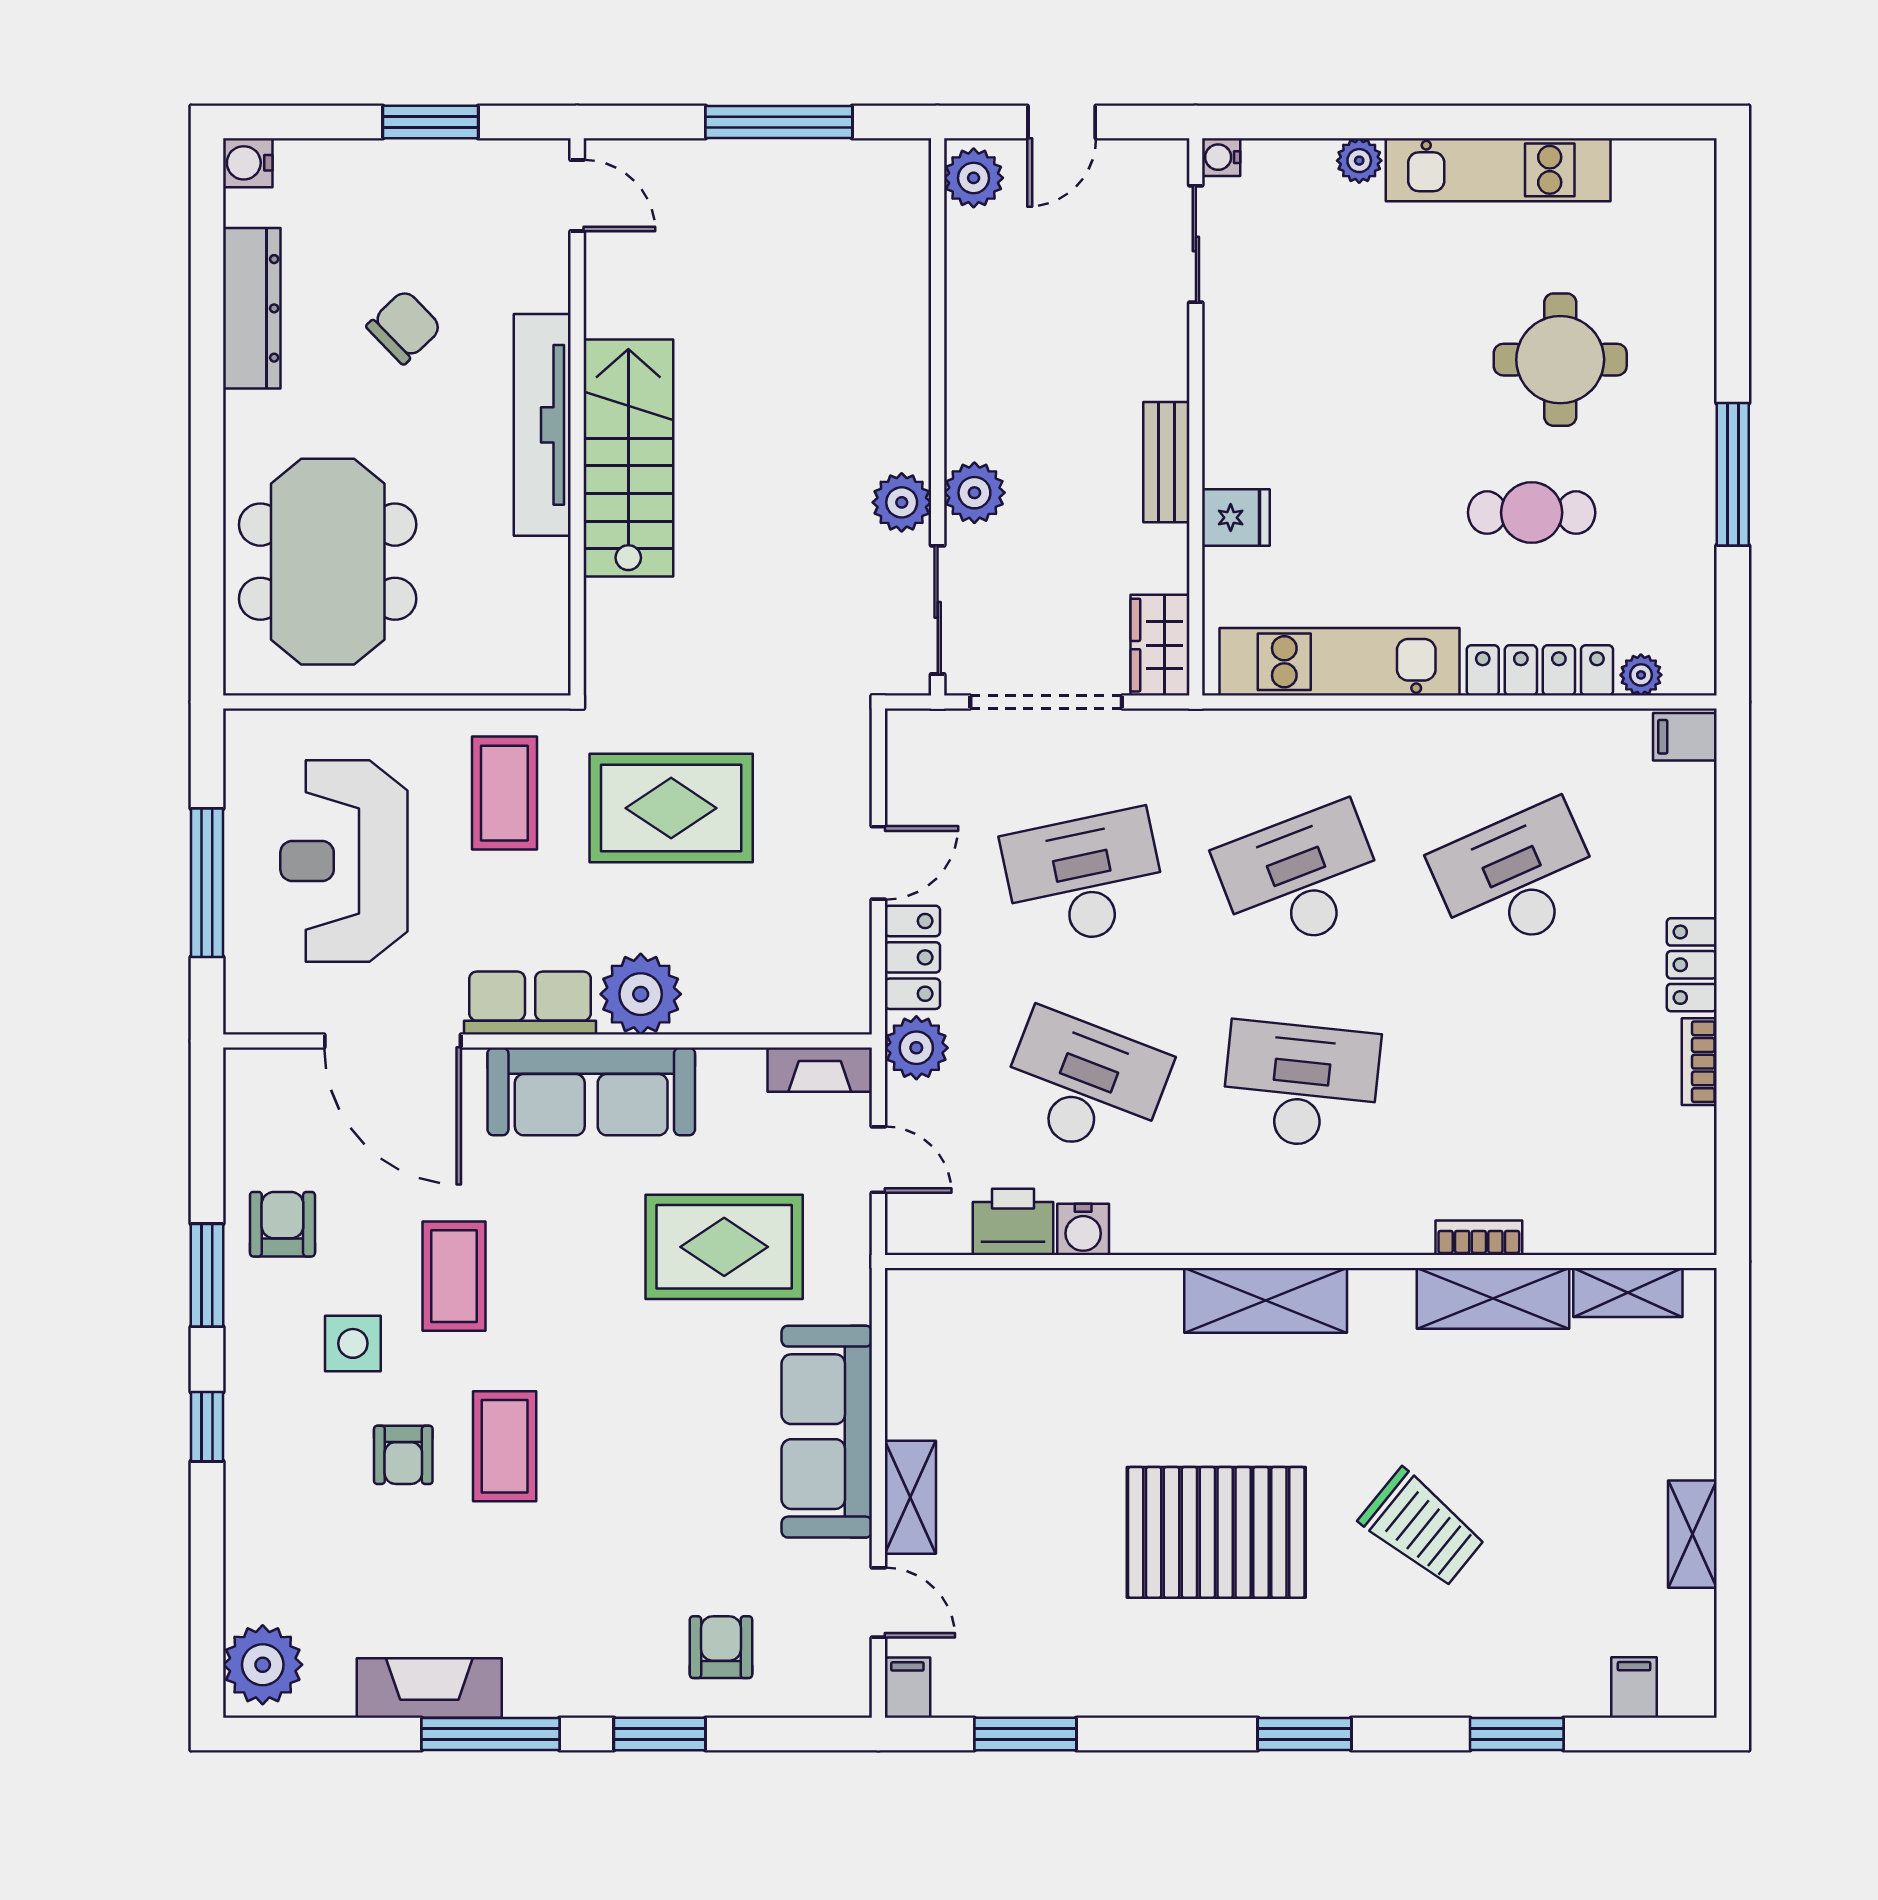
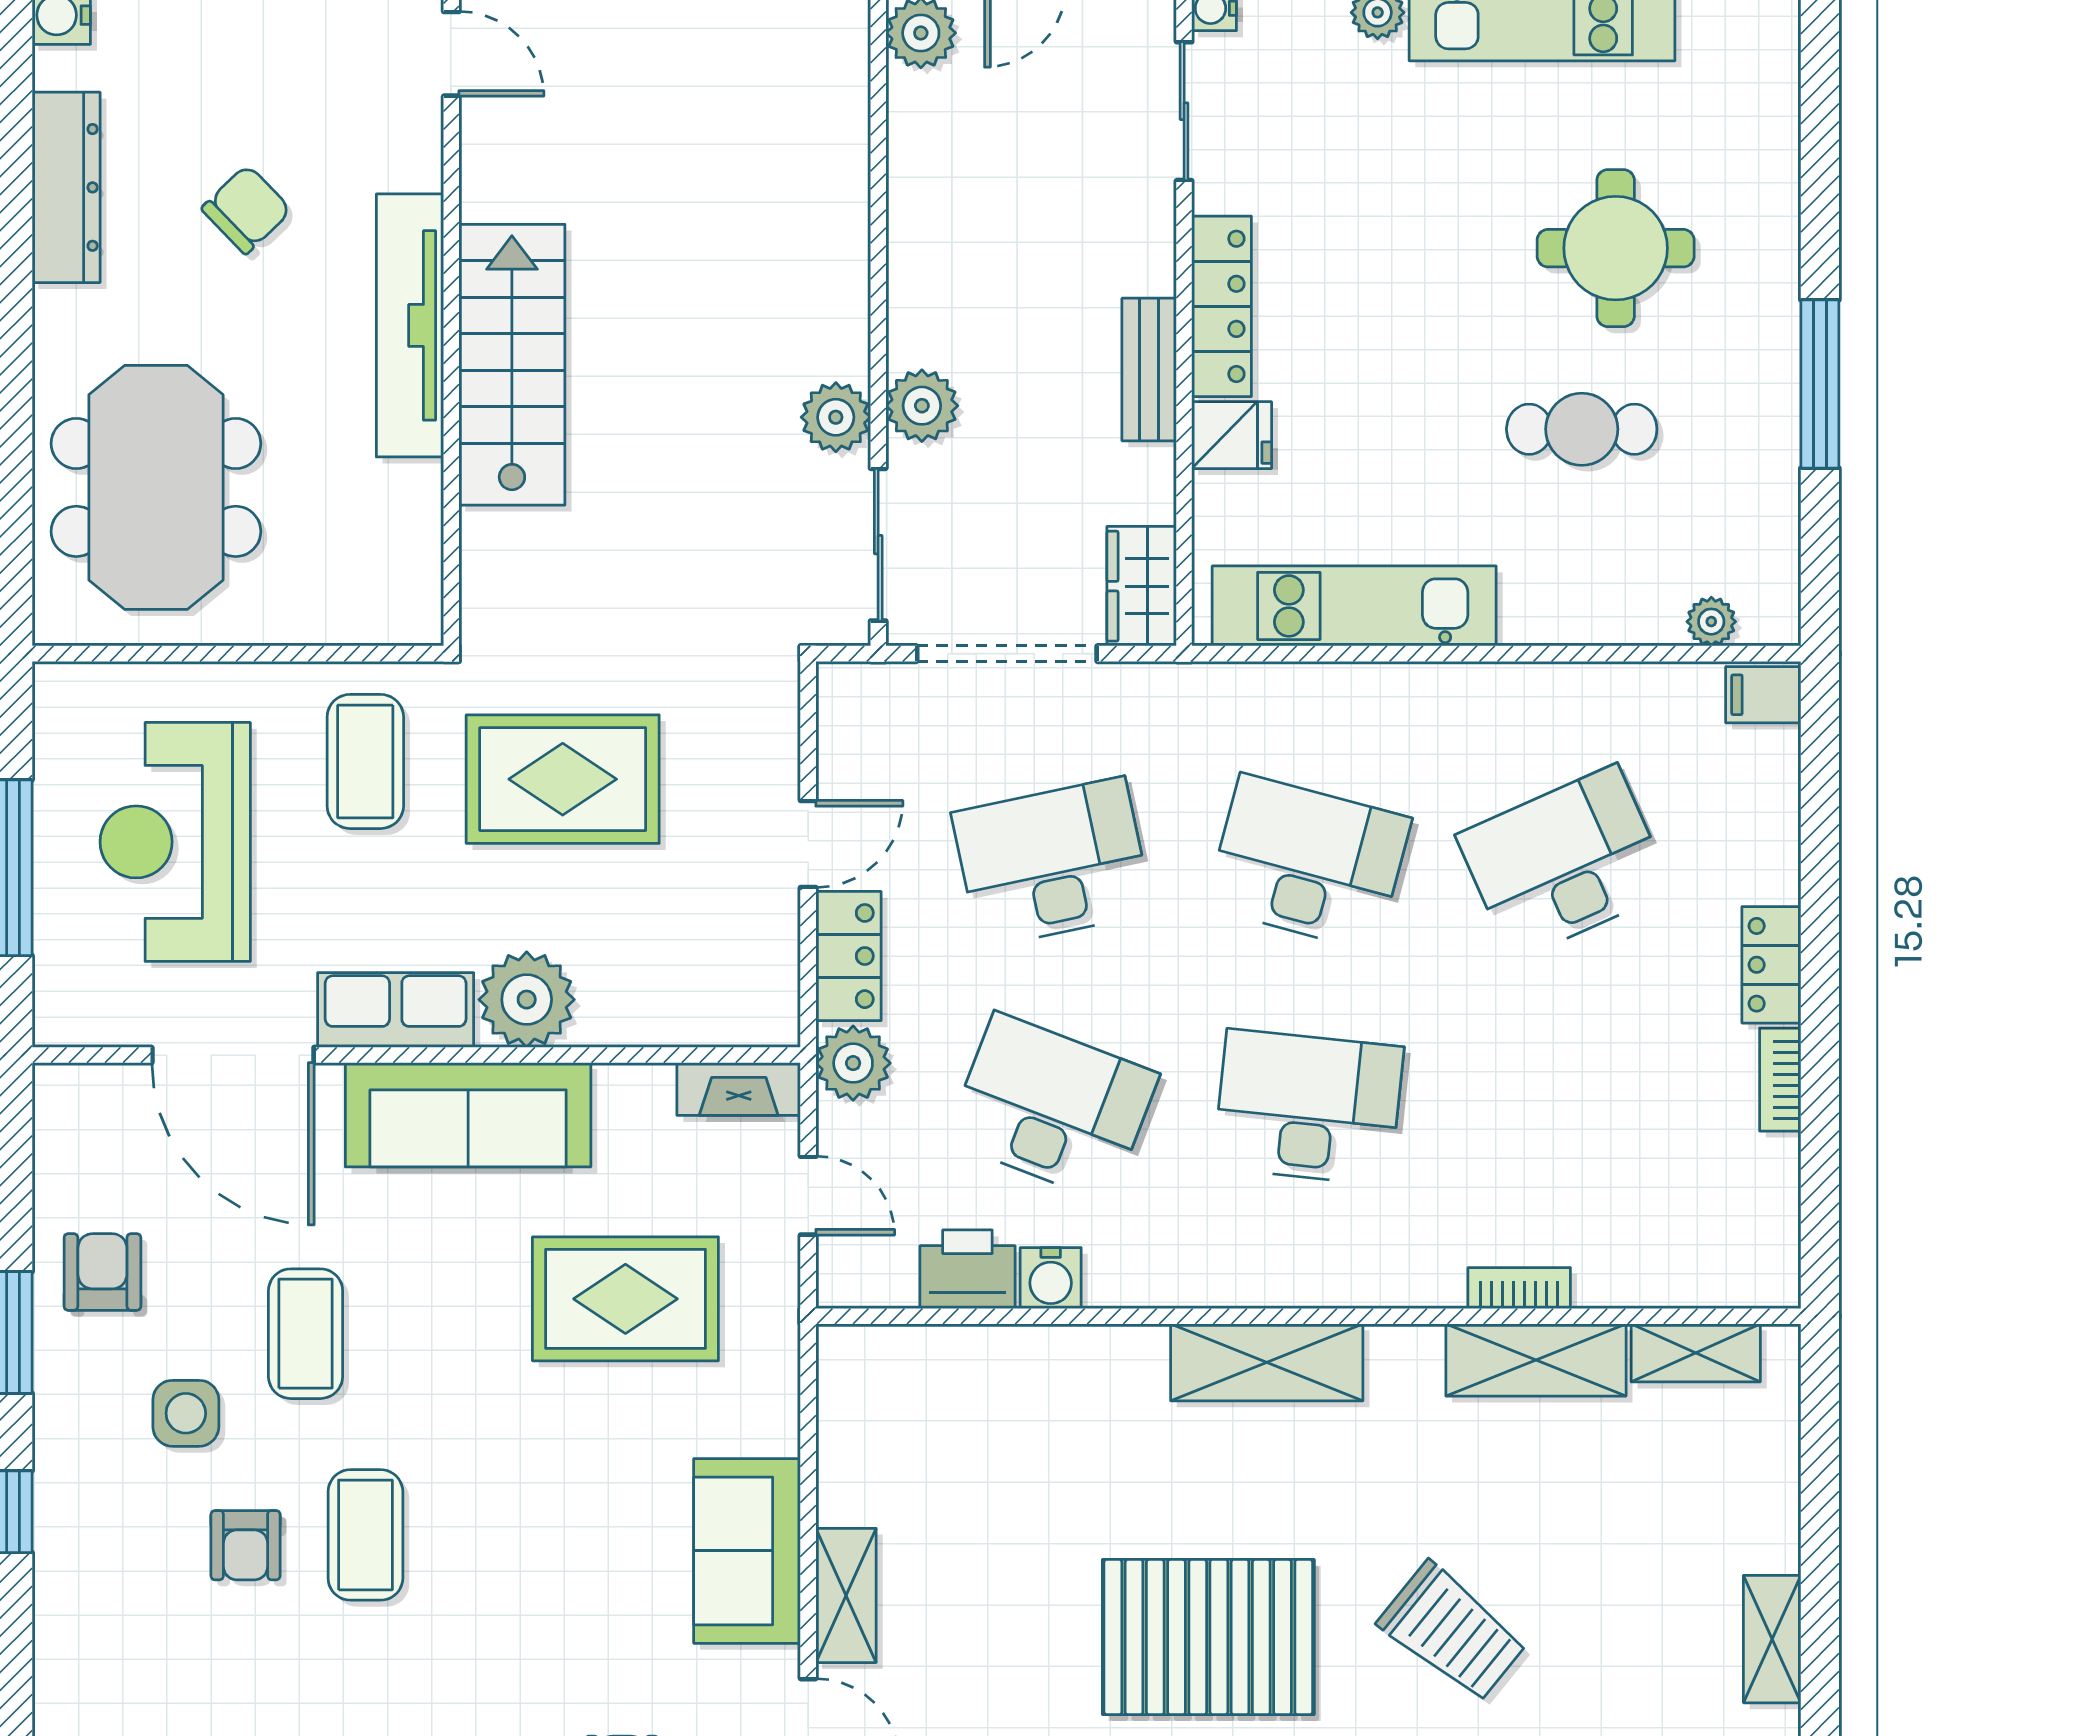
locker: (1540, 670) -> (1222, 306), moved, turned 90
desk: (1301, 879) -> (1308, 863), turned 36
sofa: (827, 1432) -> (747, 1551), width x0.73

